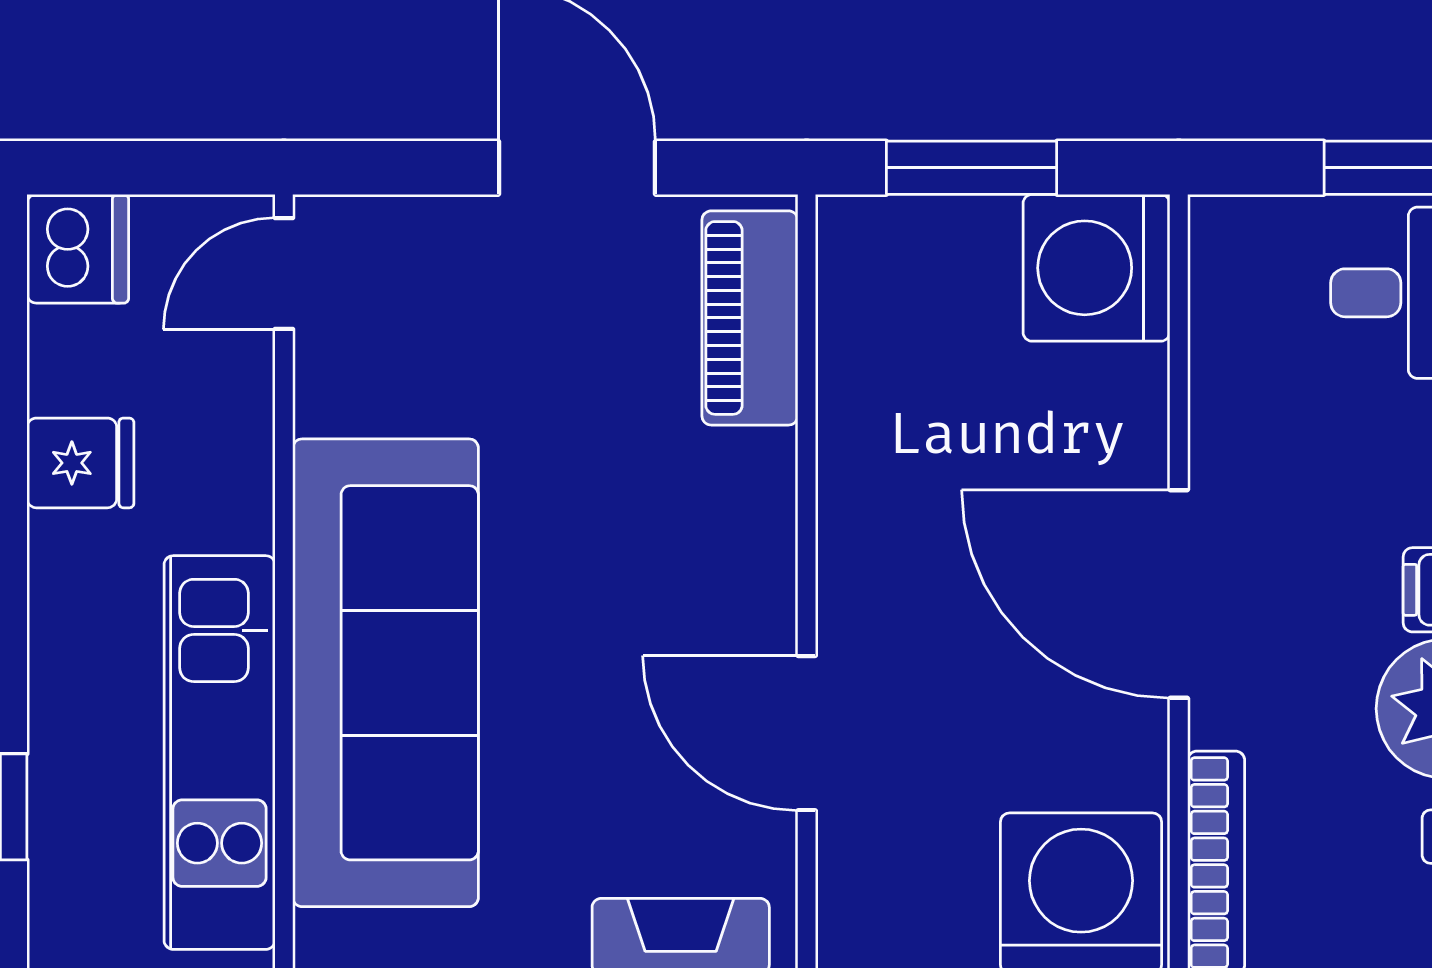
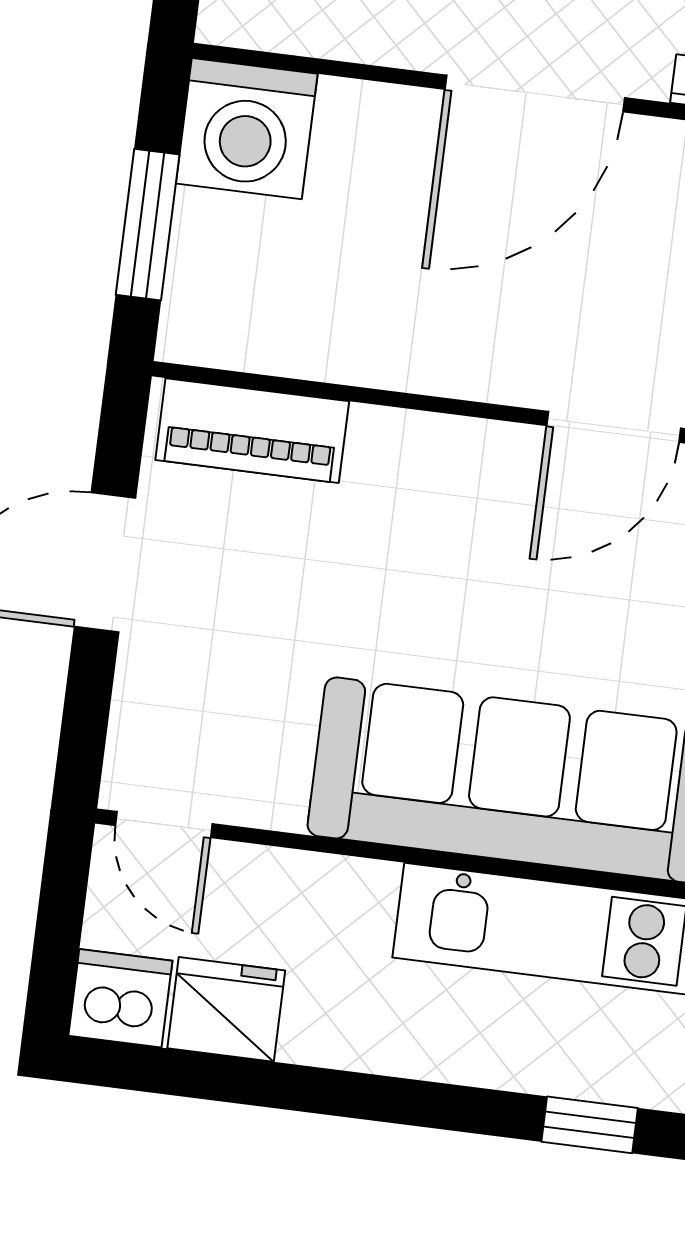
fridge: (80, 463) -> (226, 1009), moved, width x1.38

